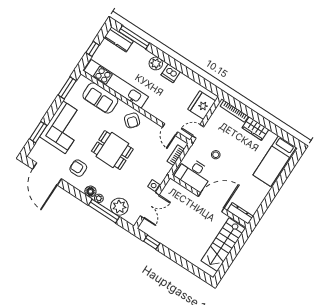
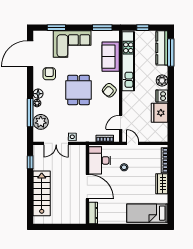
kitchen counter: (119, 39) -> (162, 48), width x1.50
fridge: (202, 105) -> (159, 113), moved, turned -90
stairs: (223, 245) -> (42, 193), moved, turned 90

